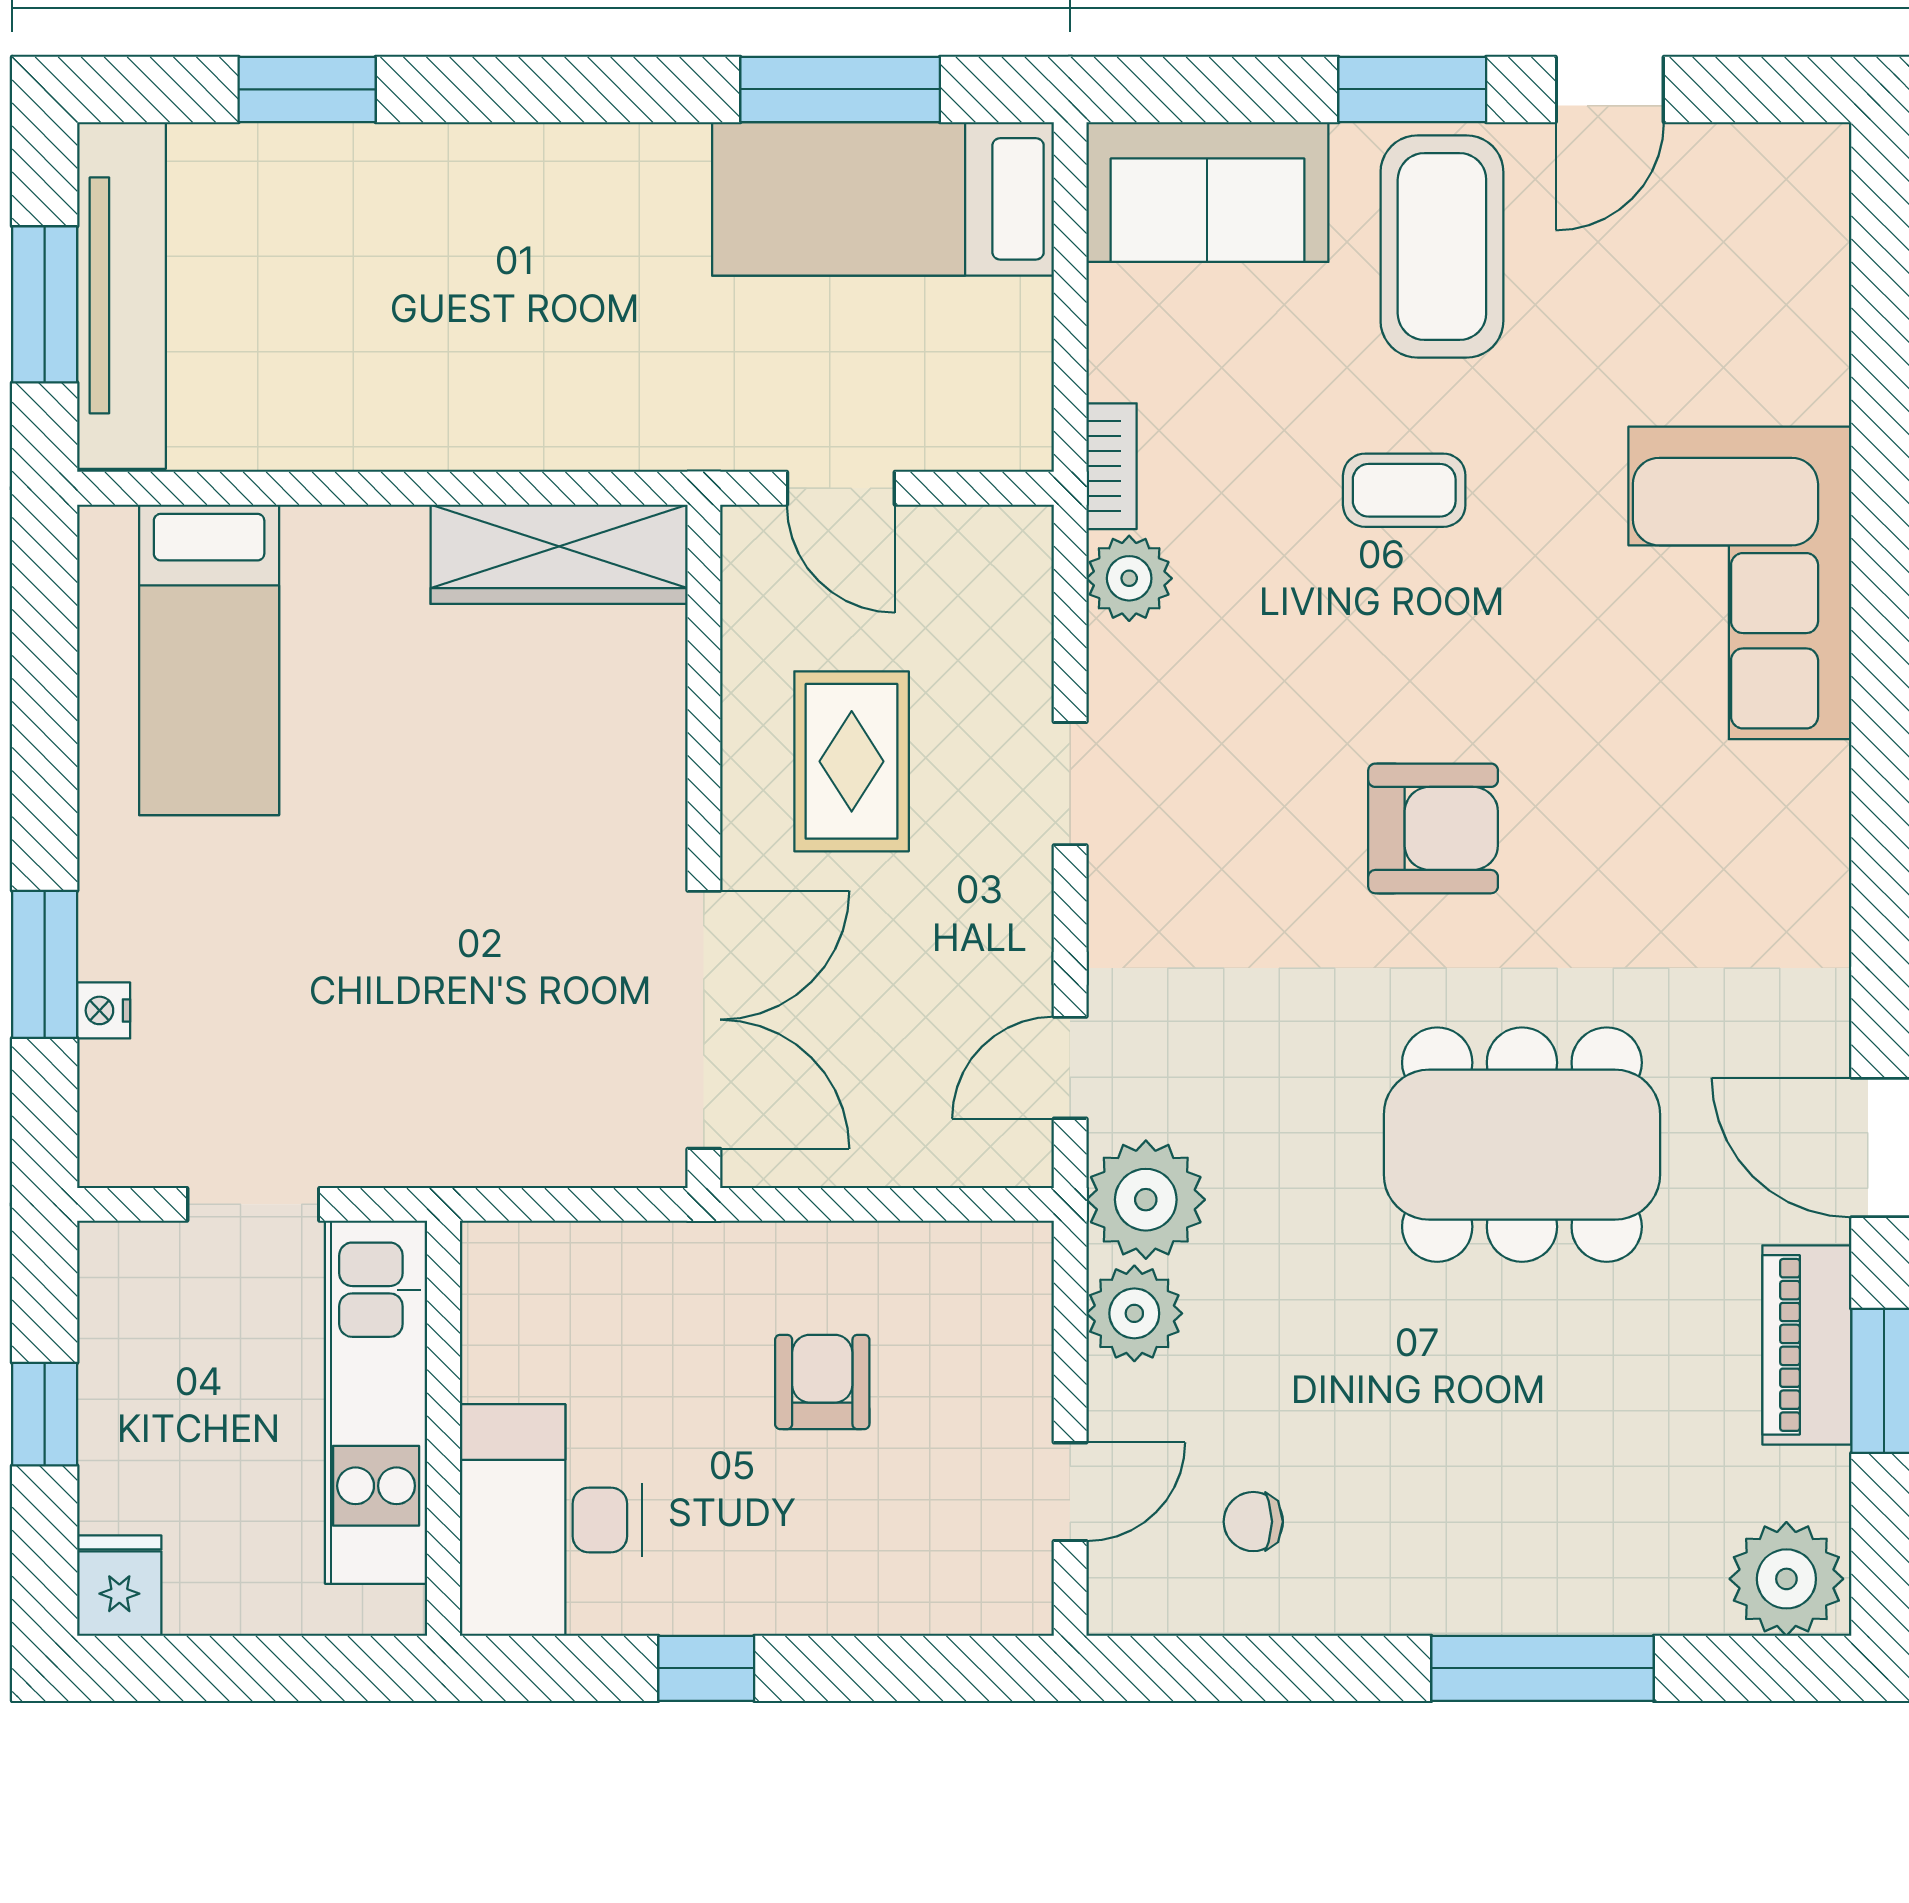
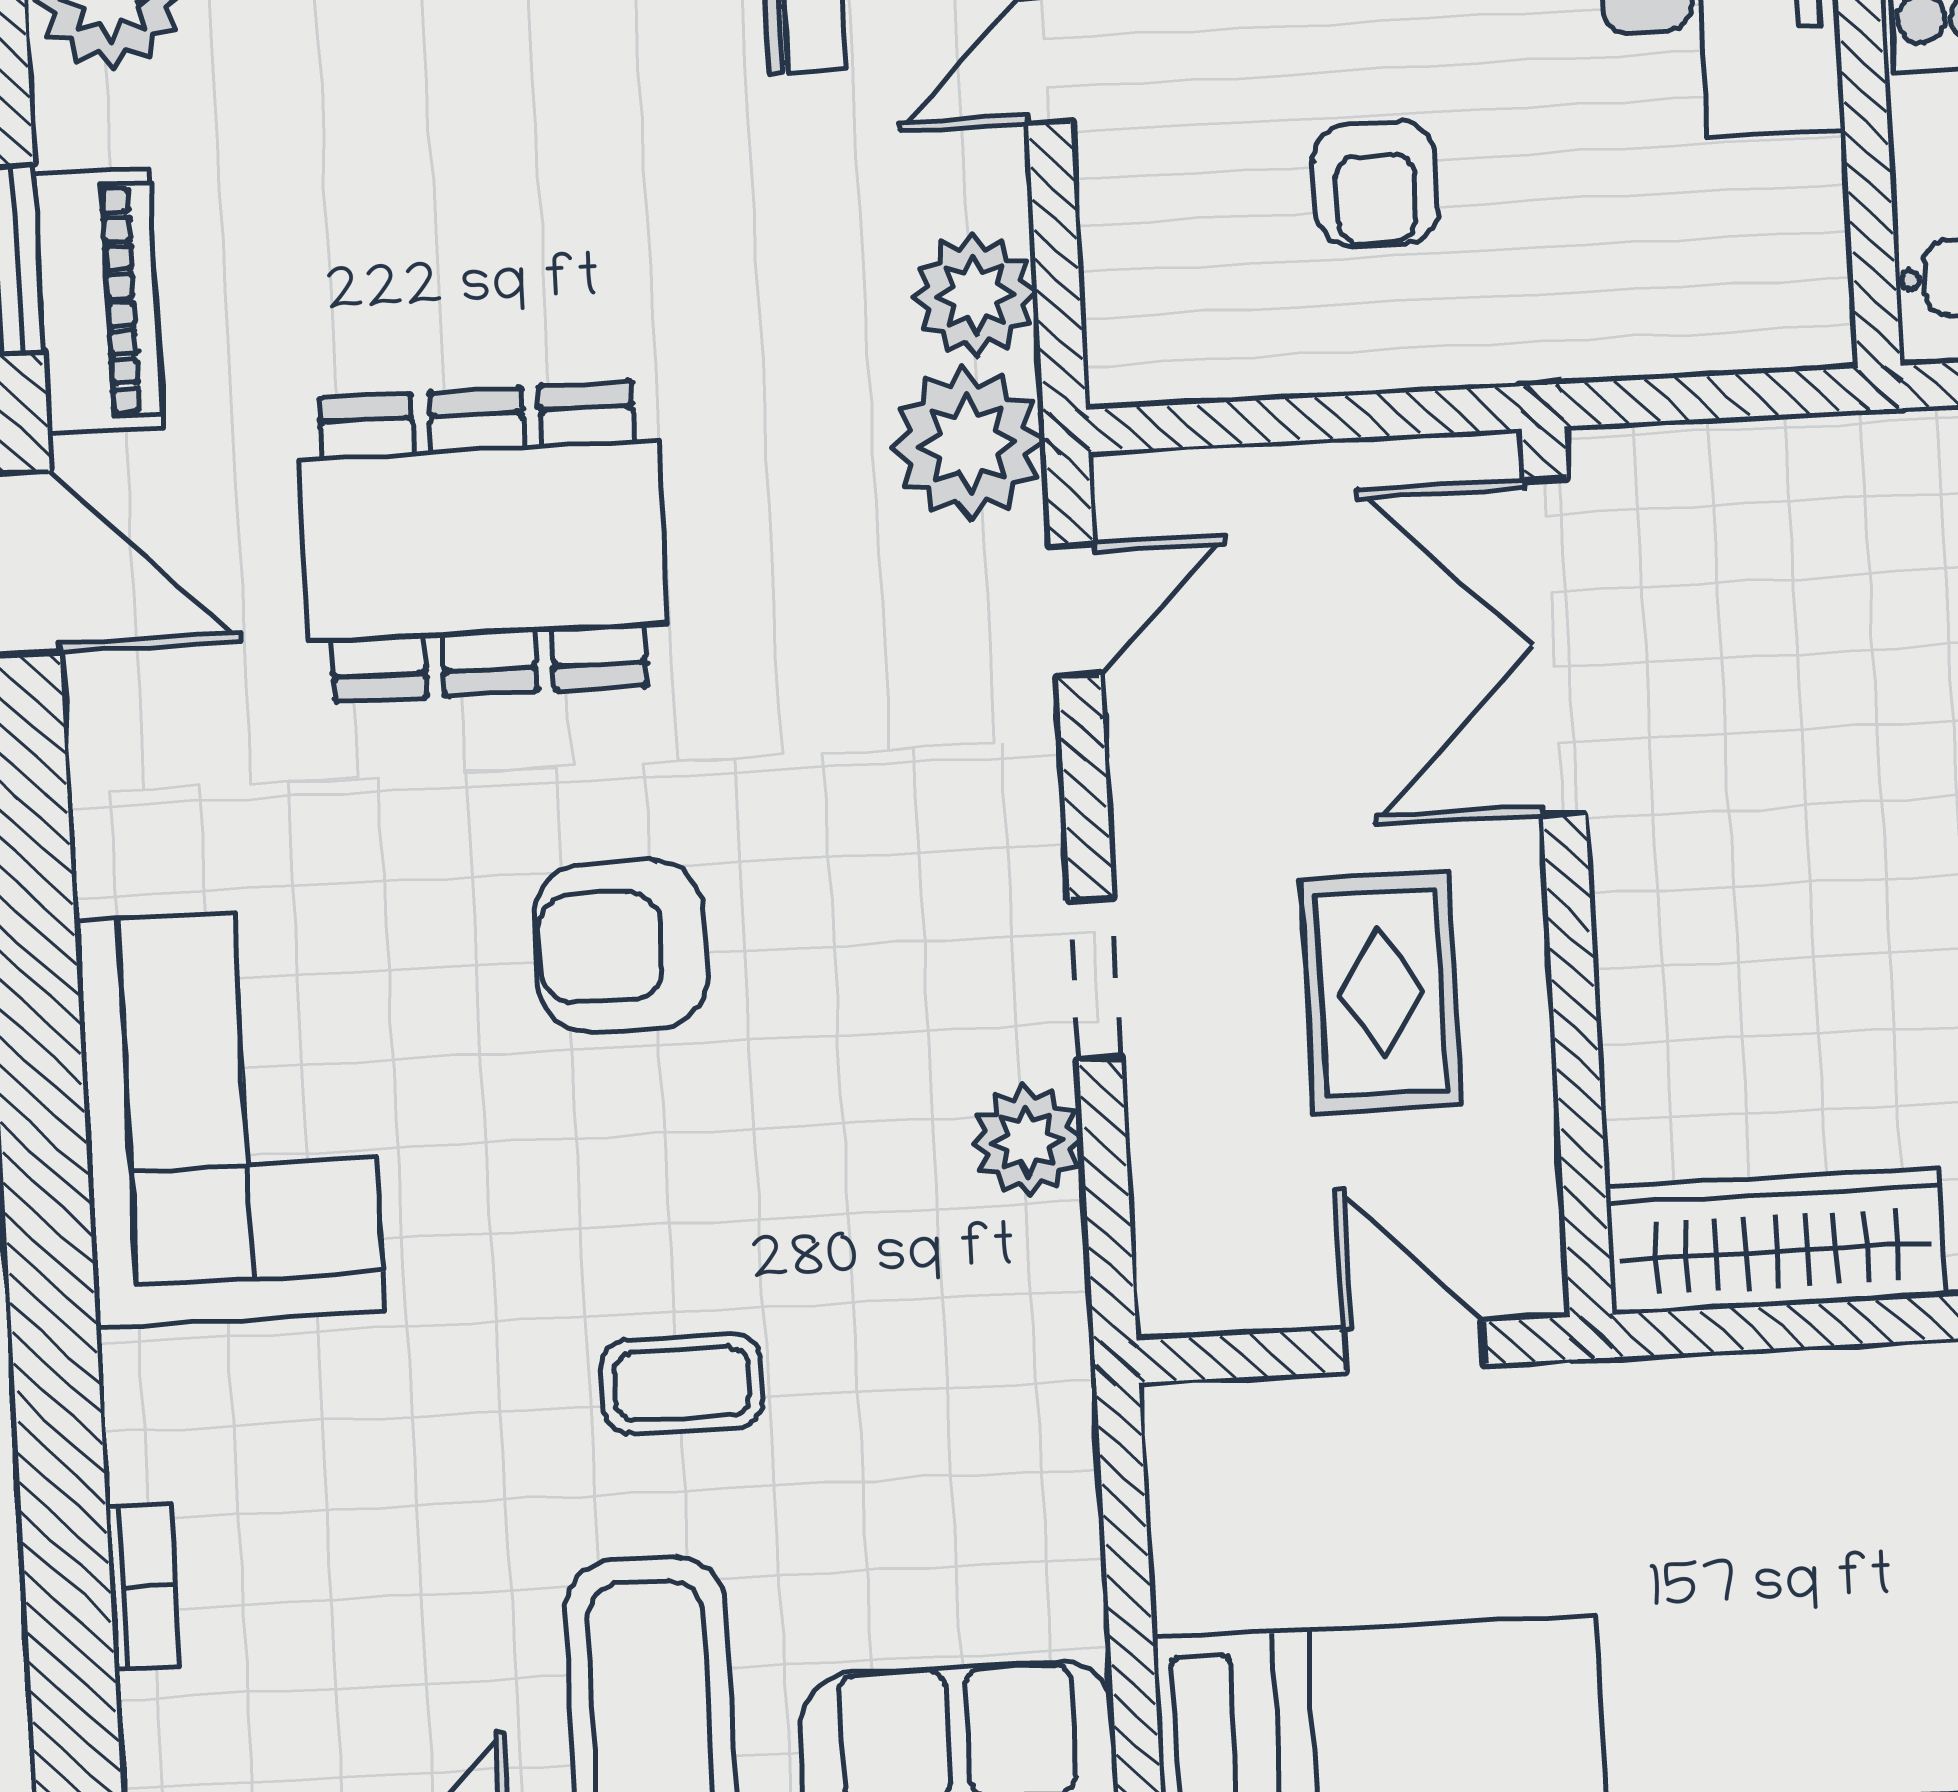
bookcase: (1112, 466) -> (143, 1586), moved, turned 180
plant: (1129, 578) -> (1027, 1141), moved
corner sofa: (1740, 583) -> (230, 1117), moved

